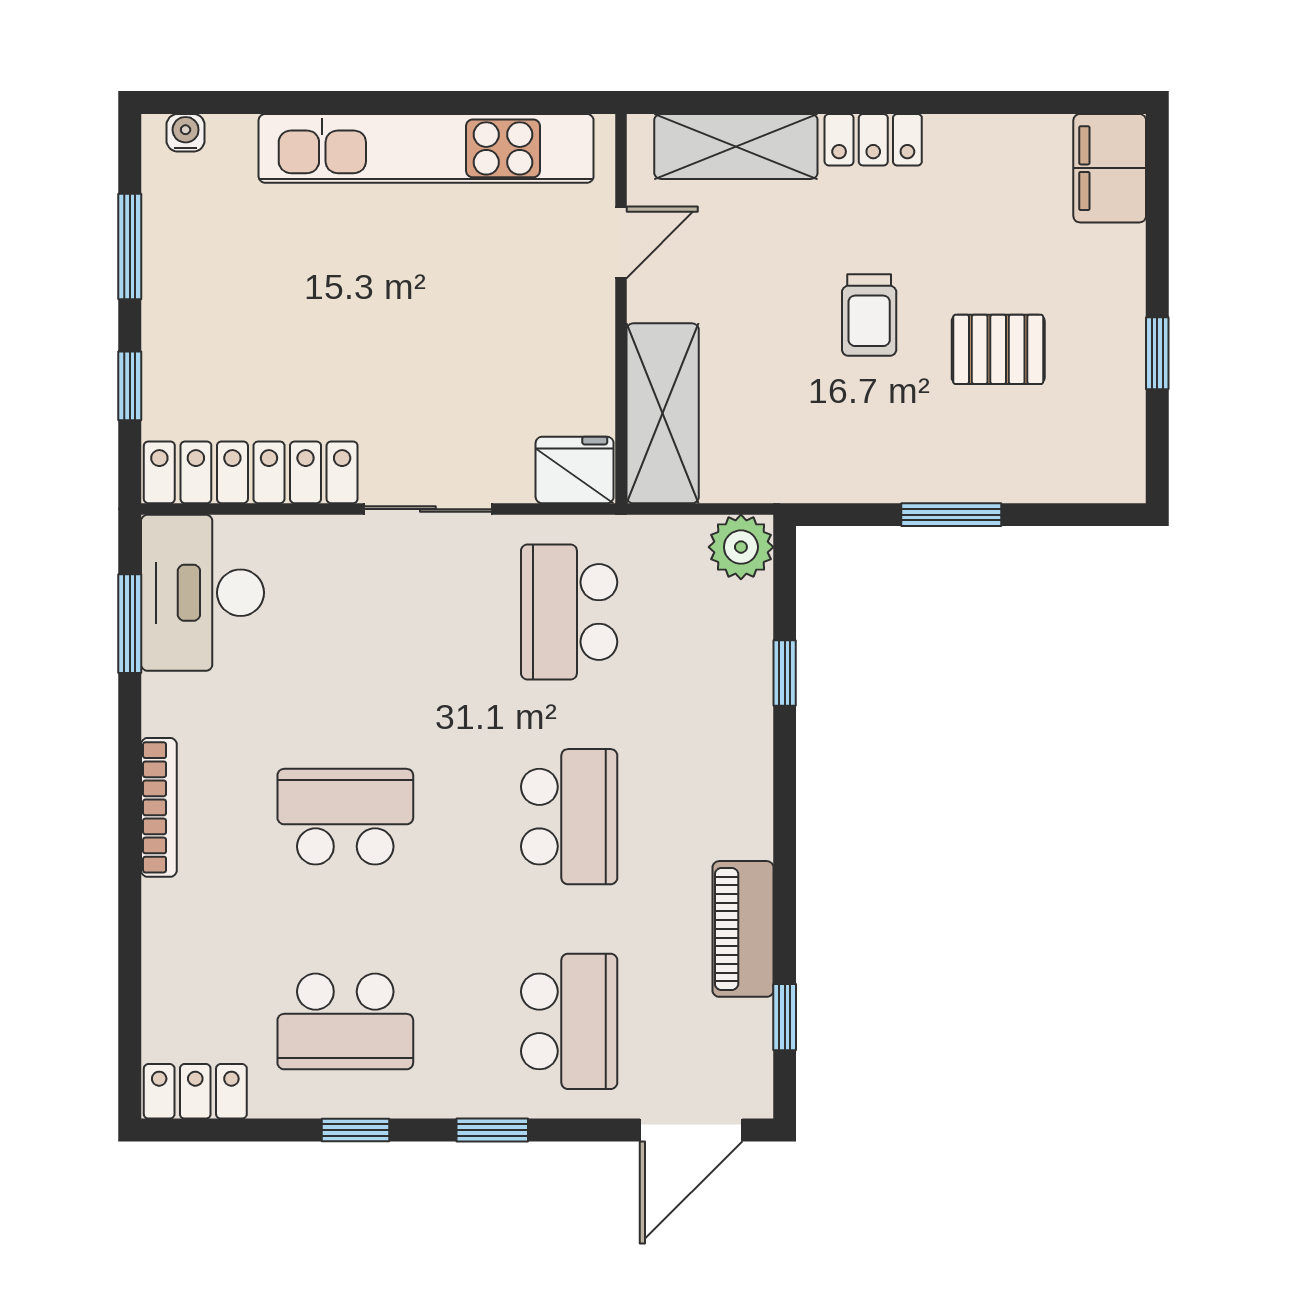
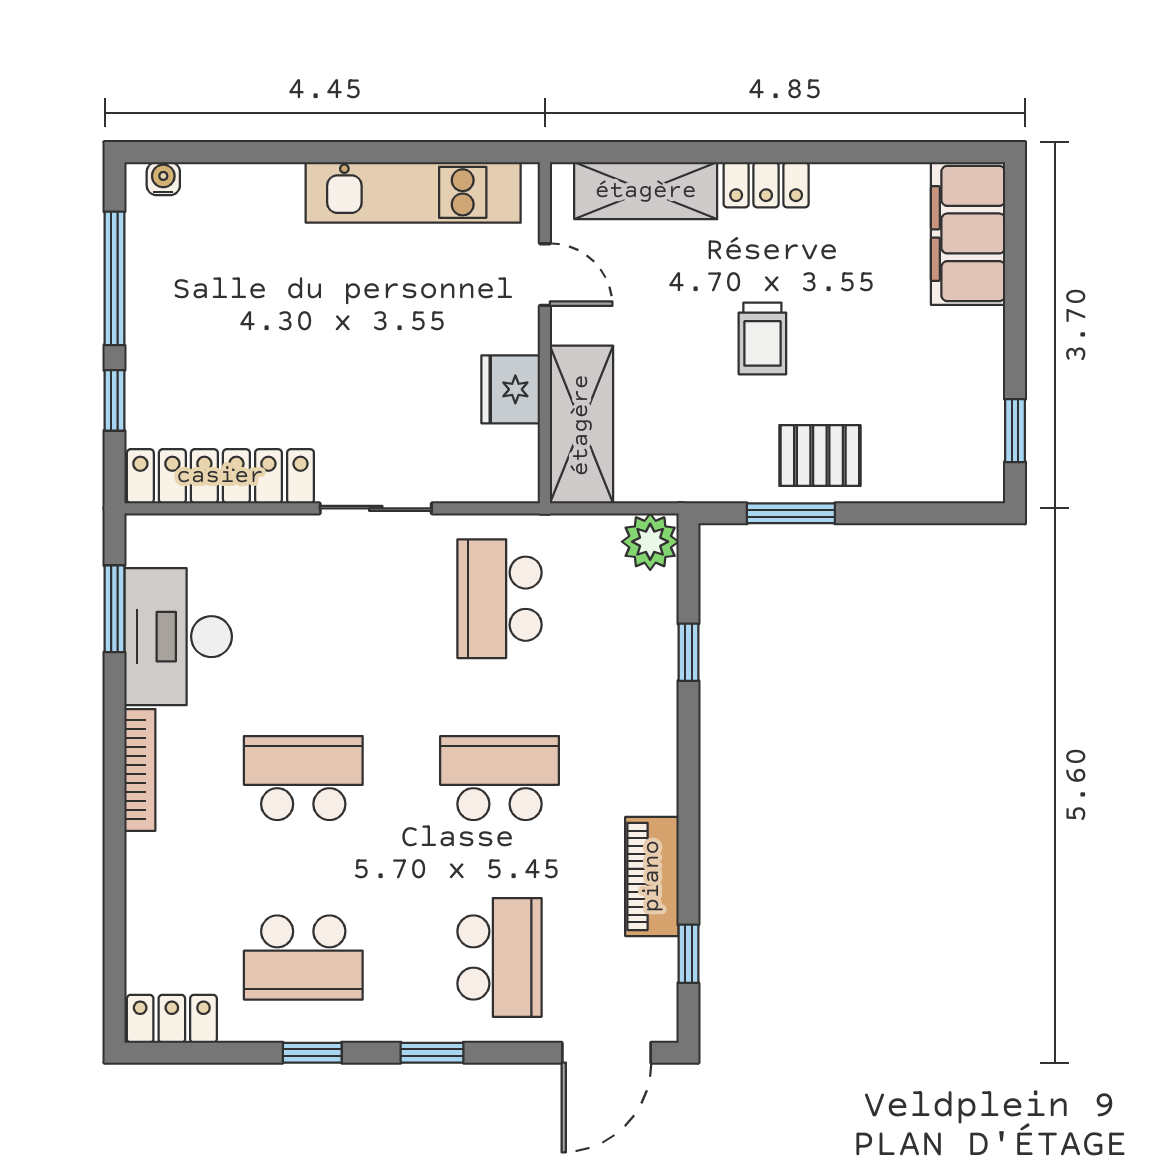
kitchen unit: (426, 148) -> (413, 192), width x0.73
filing cabinet: (1110, 168) -> (968, 233), width x1.50, depth x1.17
door: (621, 242) -> (545, 275), hinge flipped
window: (130, 246) -> (114, 278), width x1.44
pallet: (998, 349) -> (820, 455), moved
window: (1157, 353) -> (1015, 431), moved
fridge: (575, 470) -> (511, 389), moved, turned -90
window: (951, 515) -> (791, 513), moved
desk: (202, 593) -> (178, 637), moved
school desk: (569, 817) -> (500, 778), turned -90

